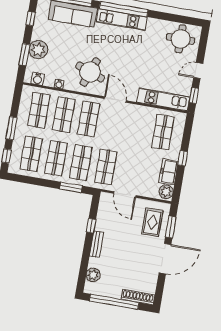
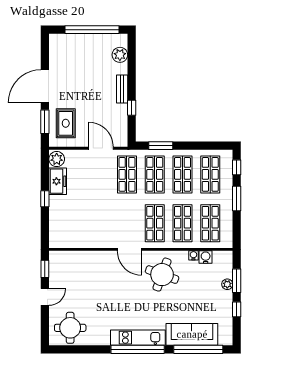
window: (31, 19) -> (237, 309), moved
plant: (38, 50) -> (227, 284), width x0.53, depth x0.53
water cooler: (38, 79) -> (206, 257), moved
kitchen unit: (163, 99) -> (77, 259), removed
shop shelf: (163, 132) -> (71, 223), removed
shoe rack: (138, 297) -> (67, 39), removed

